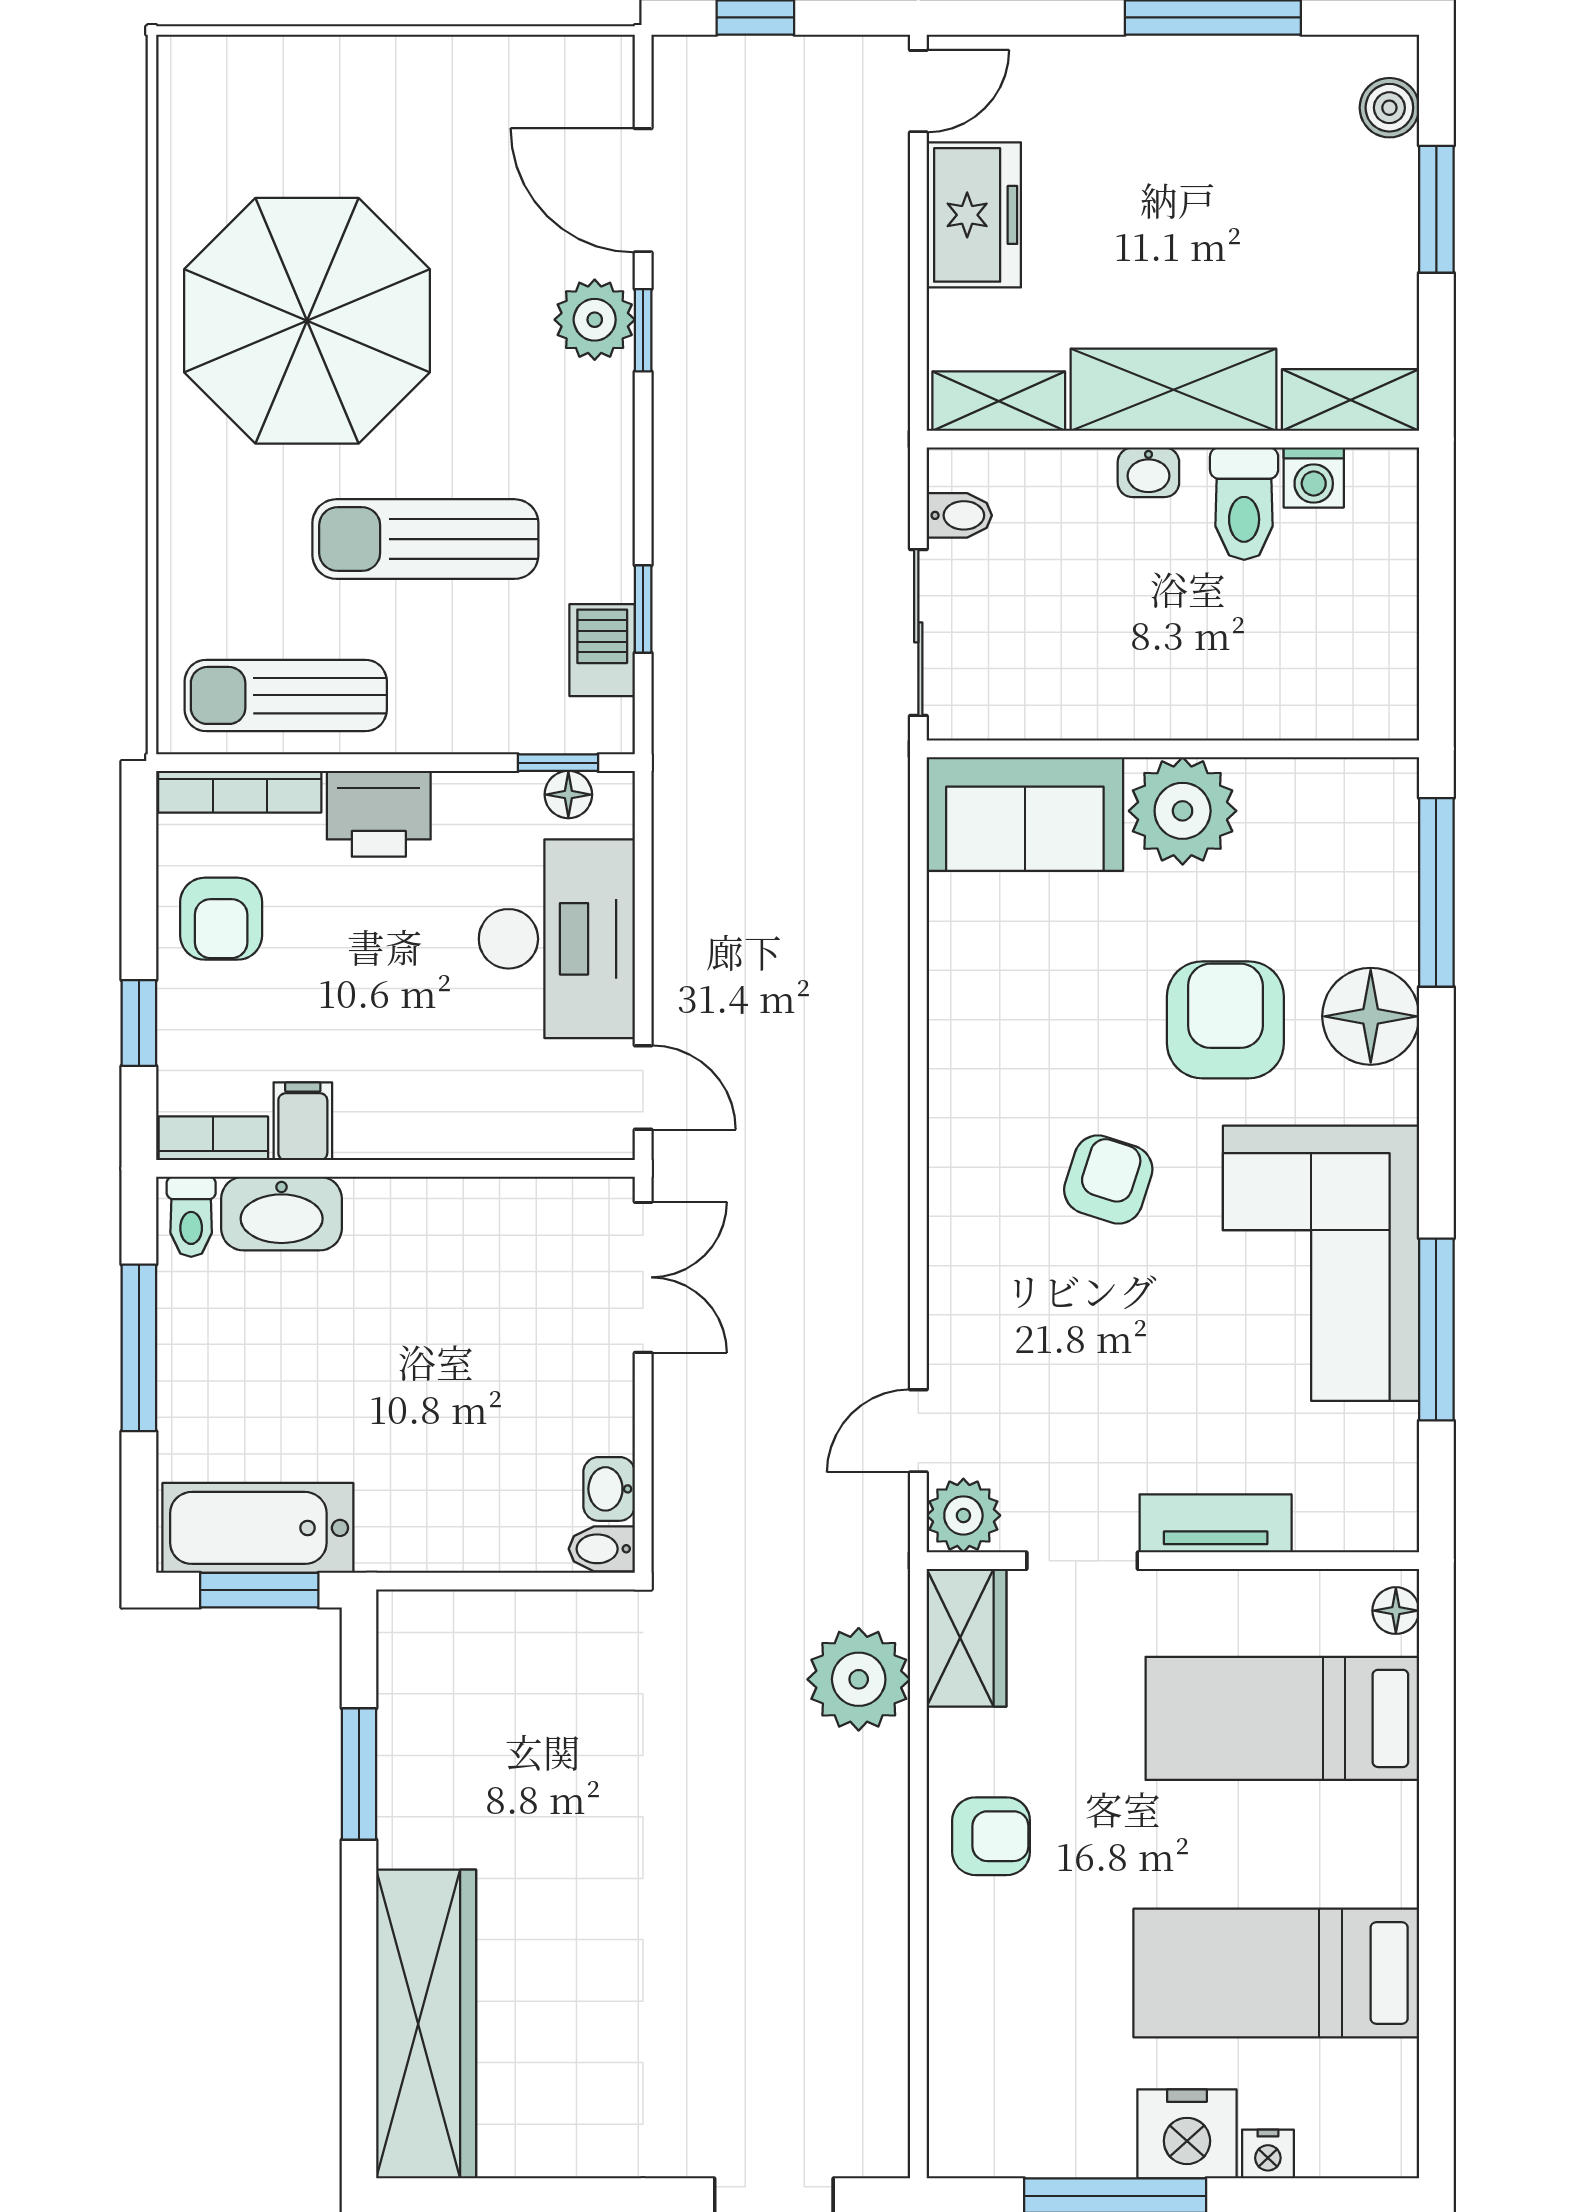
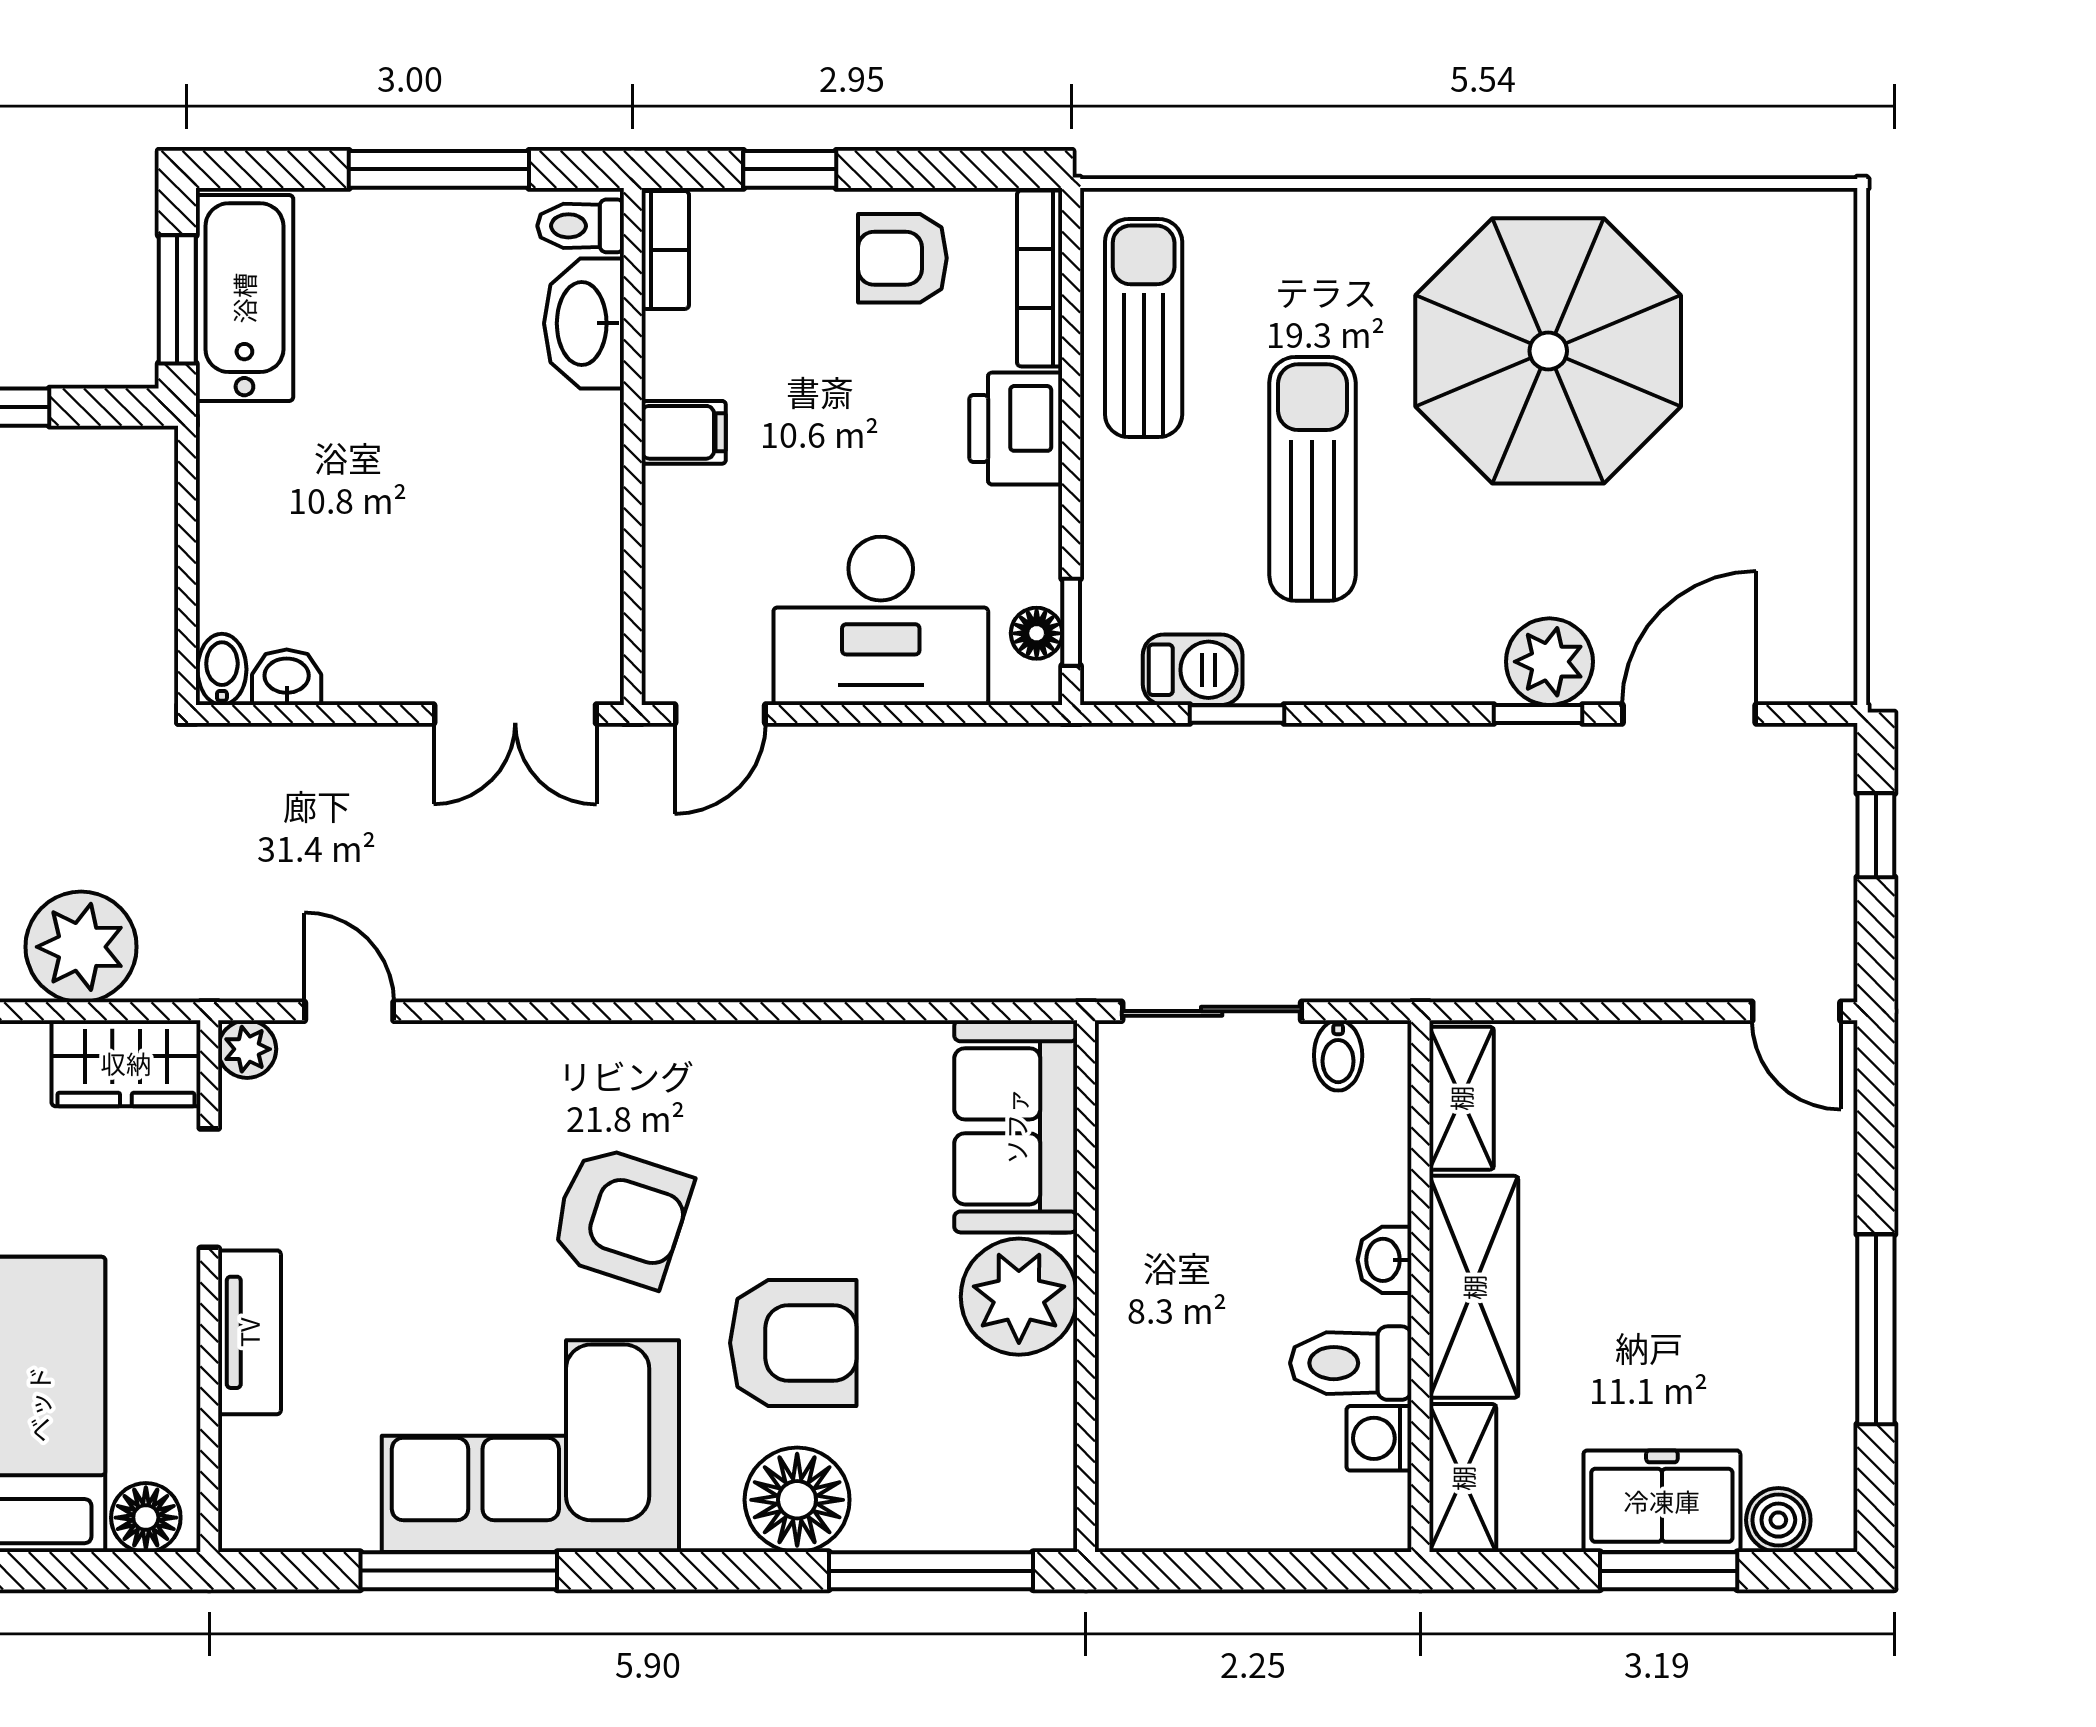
freezer: (974, 215) -> (1662, 1501), moved, turned 180
filing cabinet: (303, 1121) -> (684, 432), moved
armchair: (1108, 1179) -> (621, 1216), width x1.38, depth x1.38
plant: (963, 1515) -> (247, 1049), width x0.73, depth x0.73
floor lamp: (1396, 1611) -> (146, 1518), width x1.37, depth x1.37

